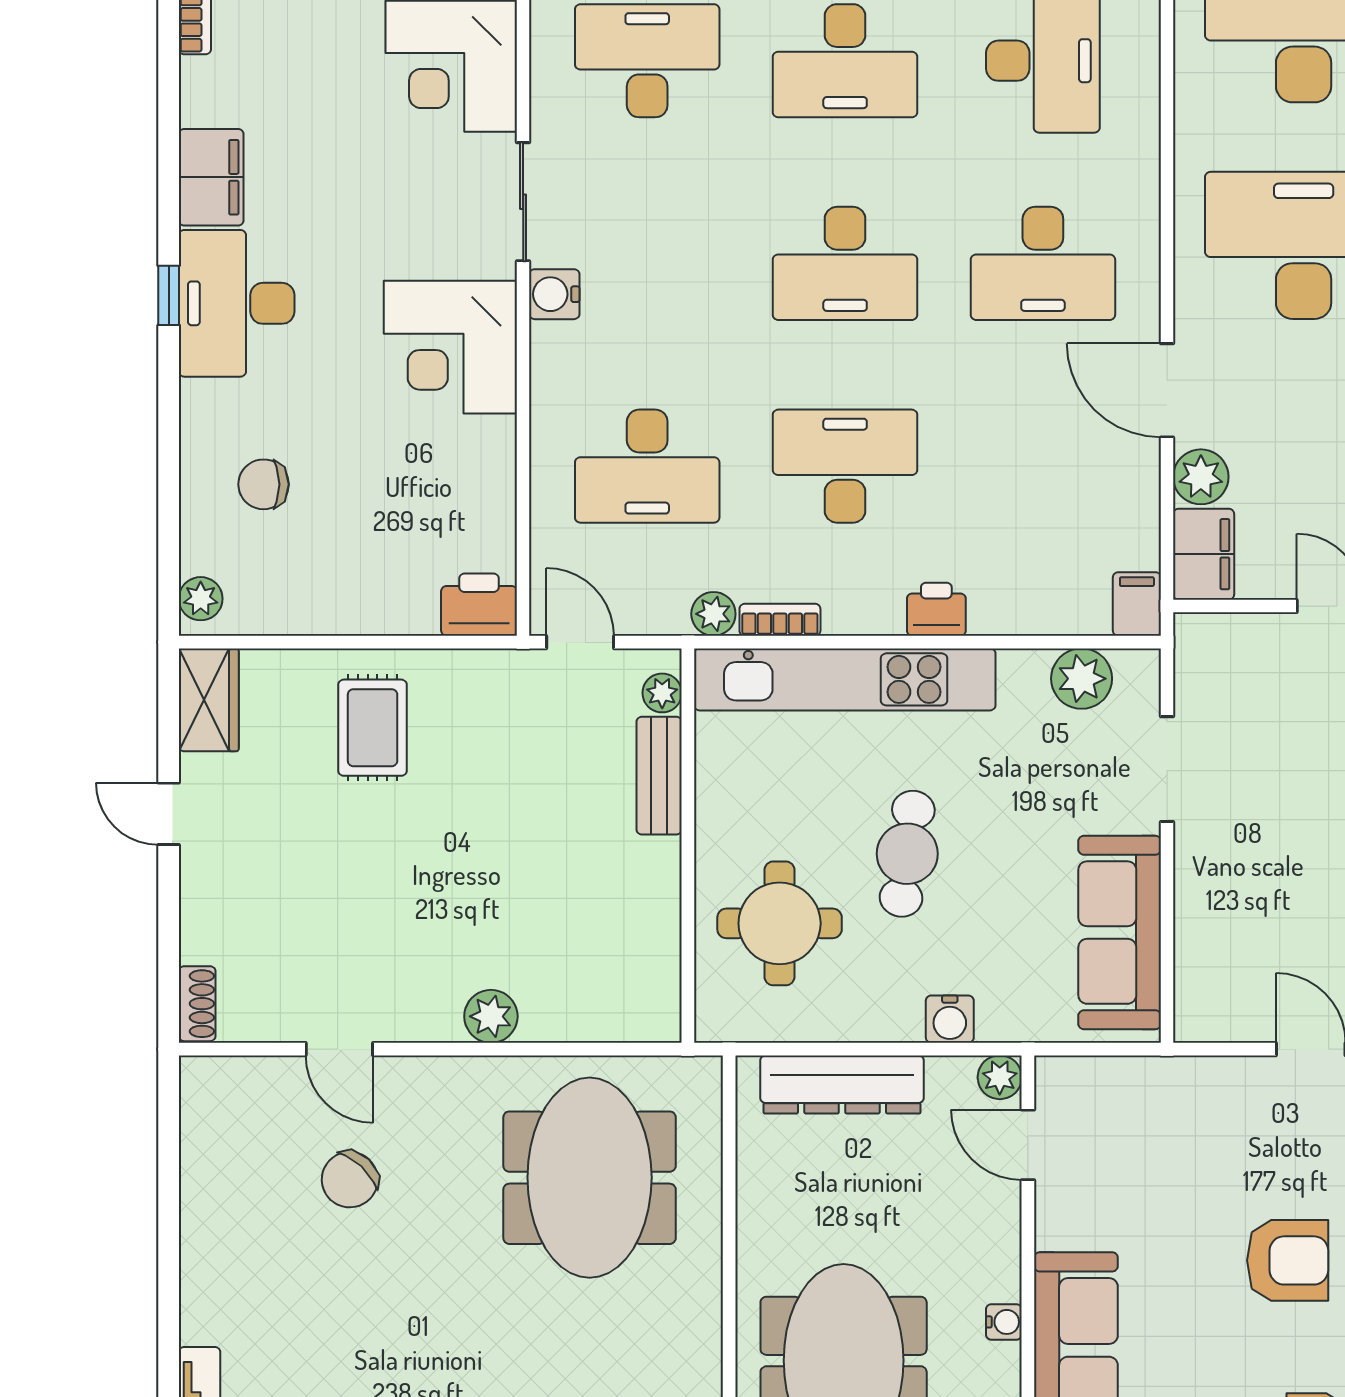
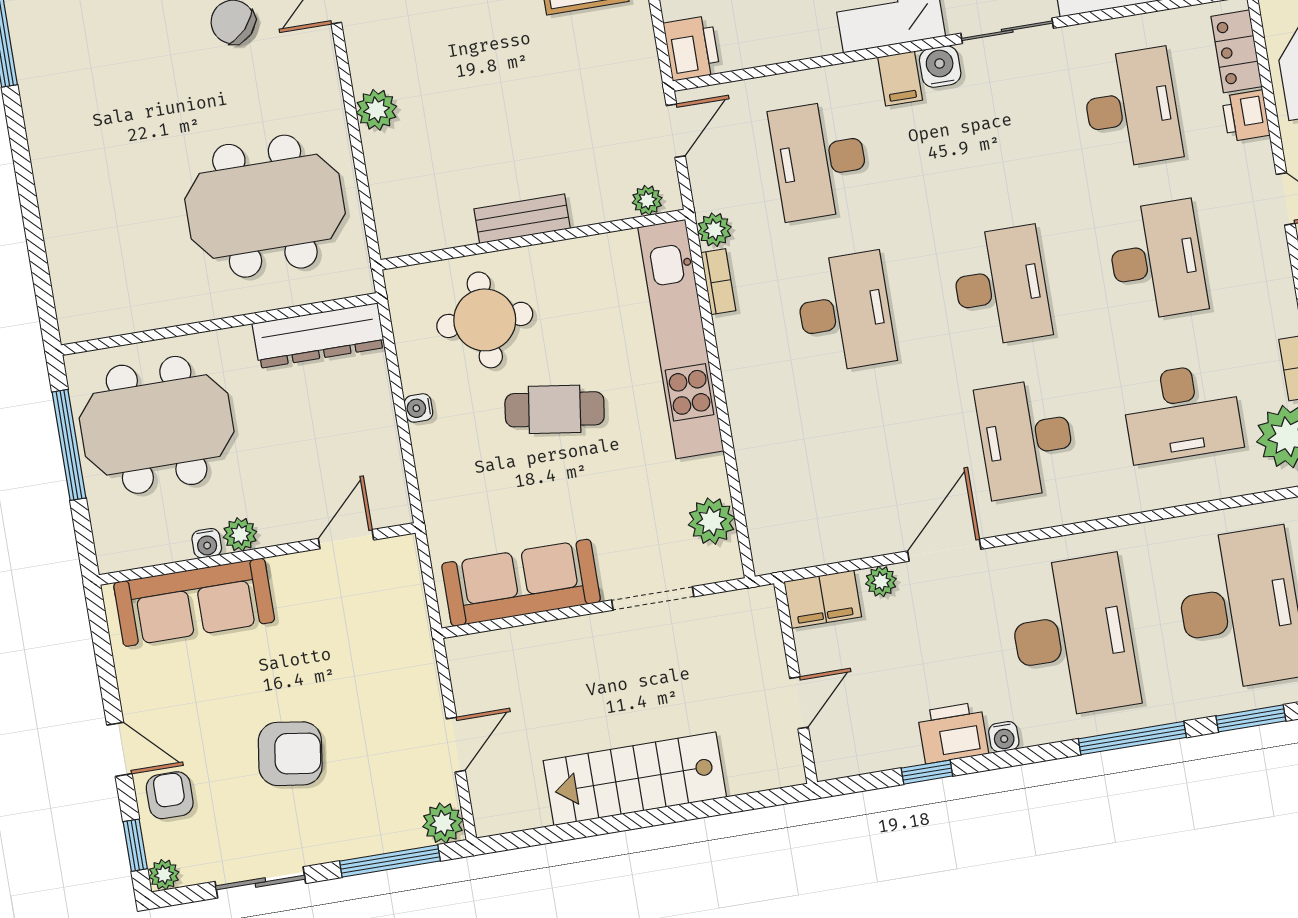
desk: (845, 61) -> (1157, 260), turned 180
desk: (845, 263) -> (1001, 286), turned 180
plant: (1201, 477) -> (881, 581), width x0.73, depth x0.73
filing cabinet: (1137, 604) -> (900, 79), moved, turned 90
printer: (936, 609) -> (746, 401), removed
bench: (659, 776) -> (522, 219), moved
water cooler: (950, 1019) -> (418, 408), moved, width x0.72, depth x0.72
plant: (1000, 1077) -> (240, 535), moved
dresser: (842, 1084) -> (319, 336), moved, turned -90
armchair: (1288, 1260) -> (290, 754), turned -82

